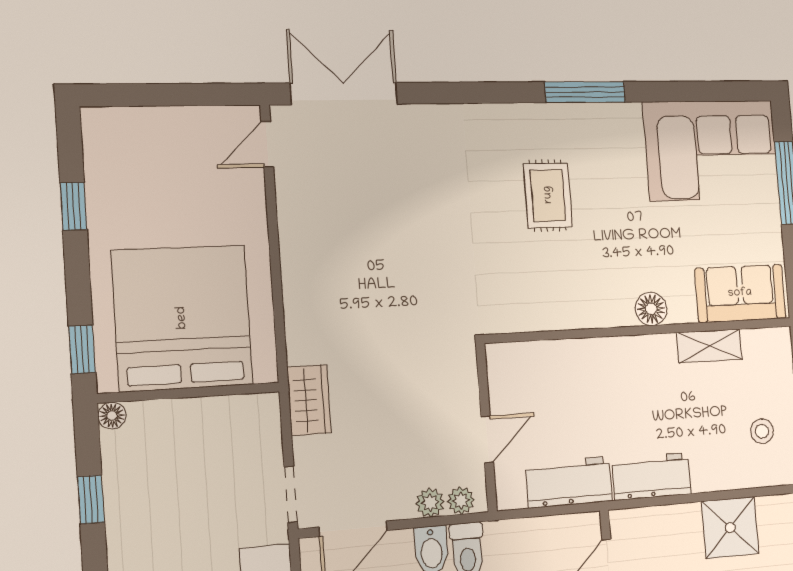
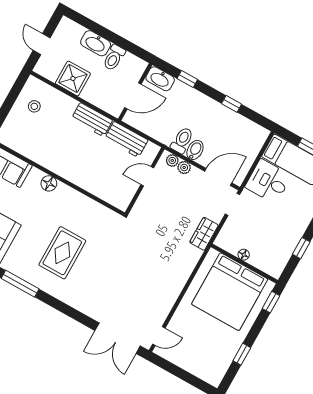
rug: (548, 195) -> (62, 253), width x1.36, depth x1.43
shelving: (709, 346) -> (34, 154), removed
floor lamp: (112, 416) -> (244, 255), moved

